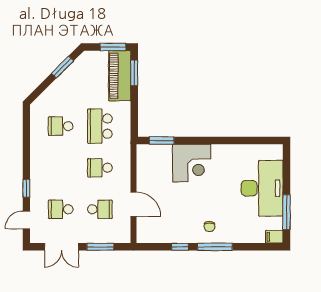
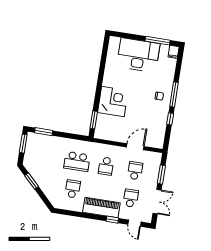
piano: (120, 76) -> (101, 208), moved, turned 180
school desk: (61, 126) -> (73, 189), turned 180
school desk: (61, 209) -> (131, 198), turned 180

